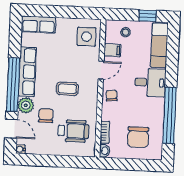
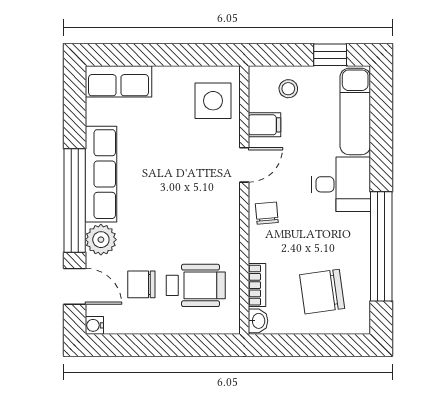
coffee table: (67, 89) -> (180, 204), removed
chair: (46, 116) -> (141, 284), moved, turned -90
chair: (138, 137) -> (322, 292), turned 82

